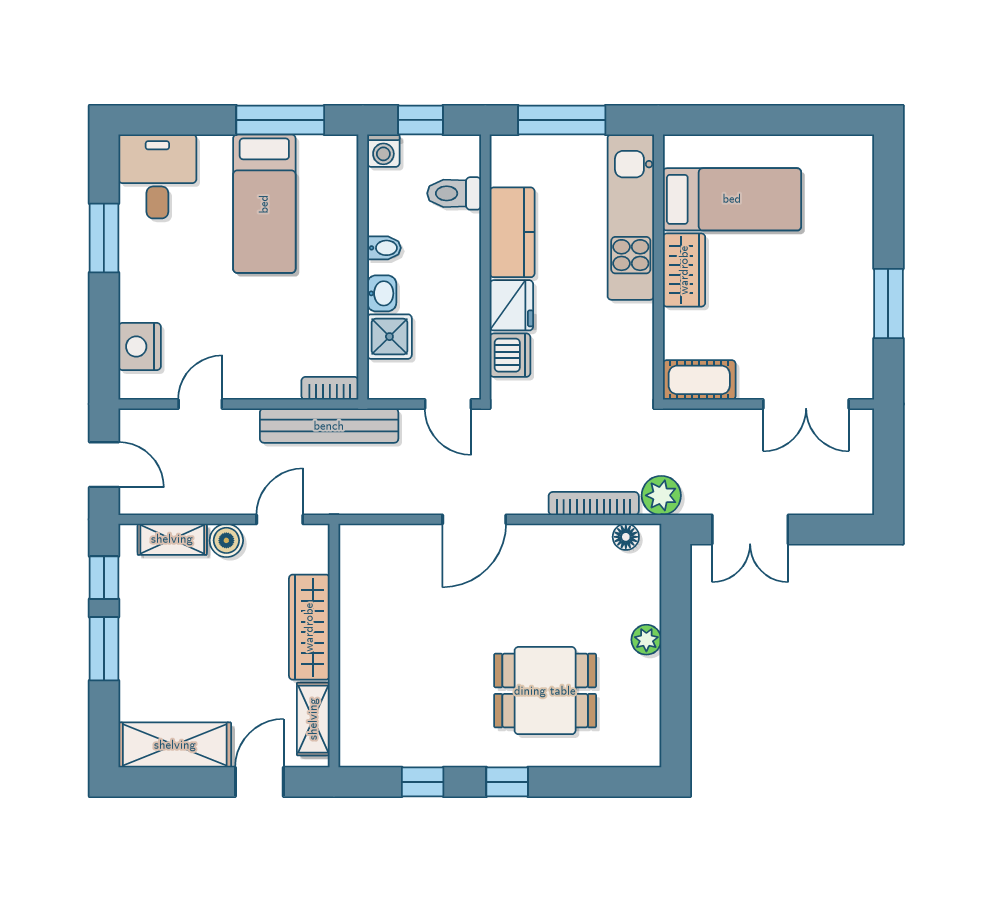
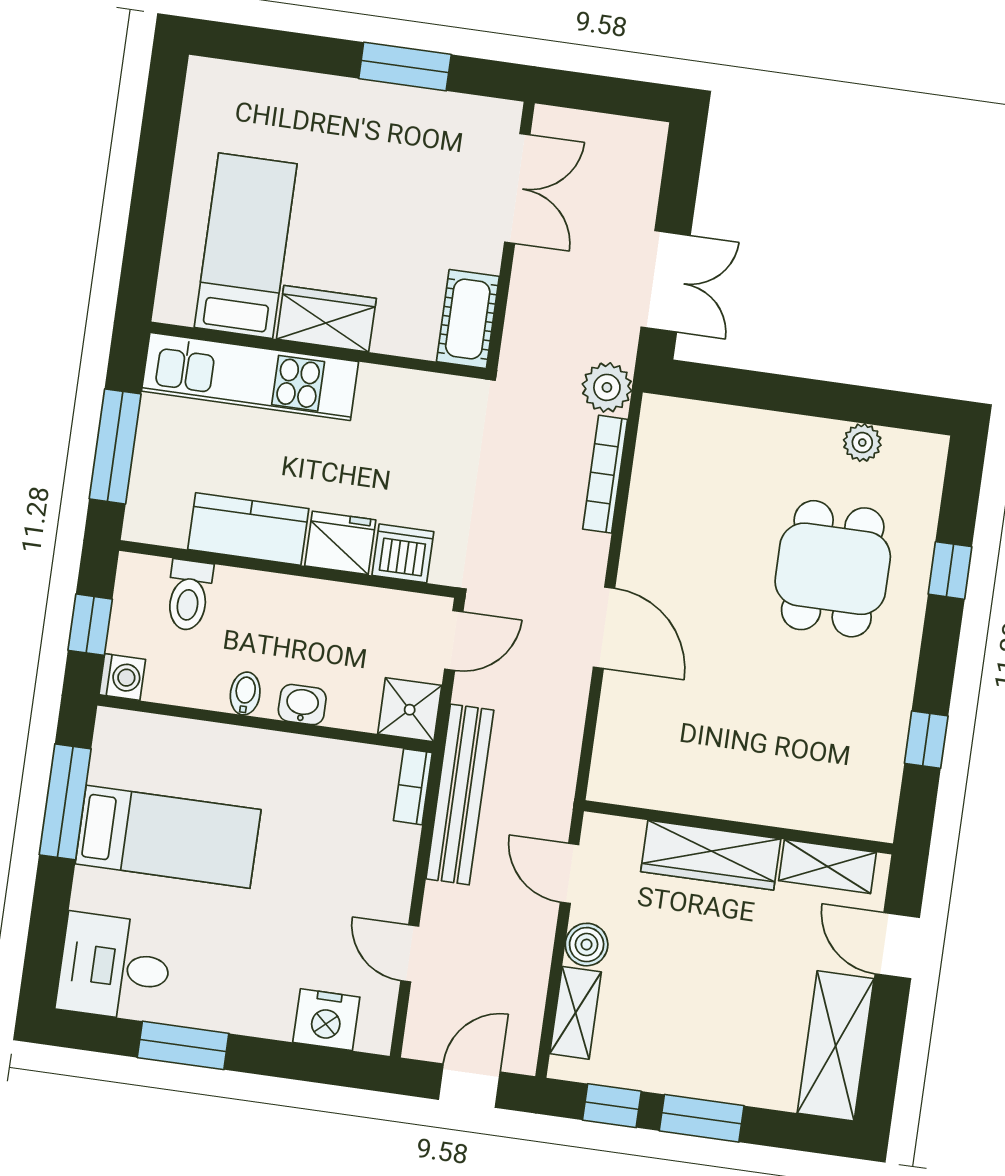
shower: (389, 337) -> (410, 710), moved
floor lamp: (626, 537) -> (653, 440), removed
plant: (646, 640) -> (862, 443), moved
window: (507, 782) -> (950, 570), moved

